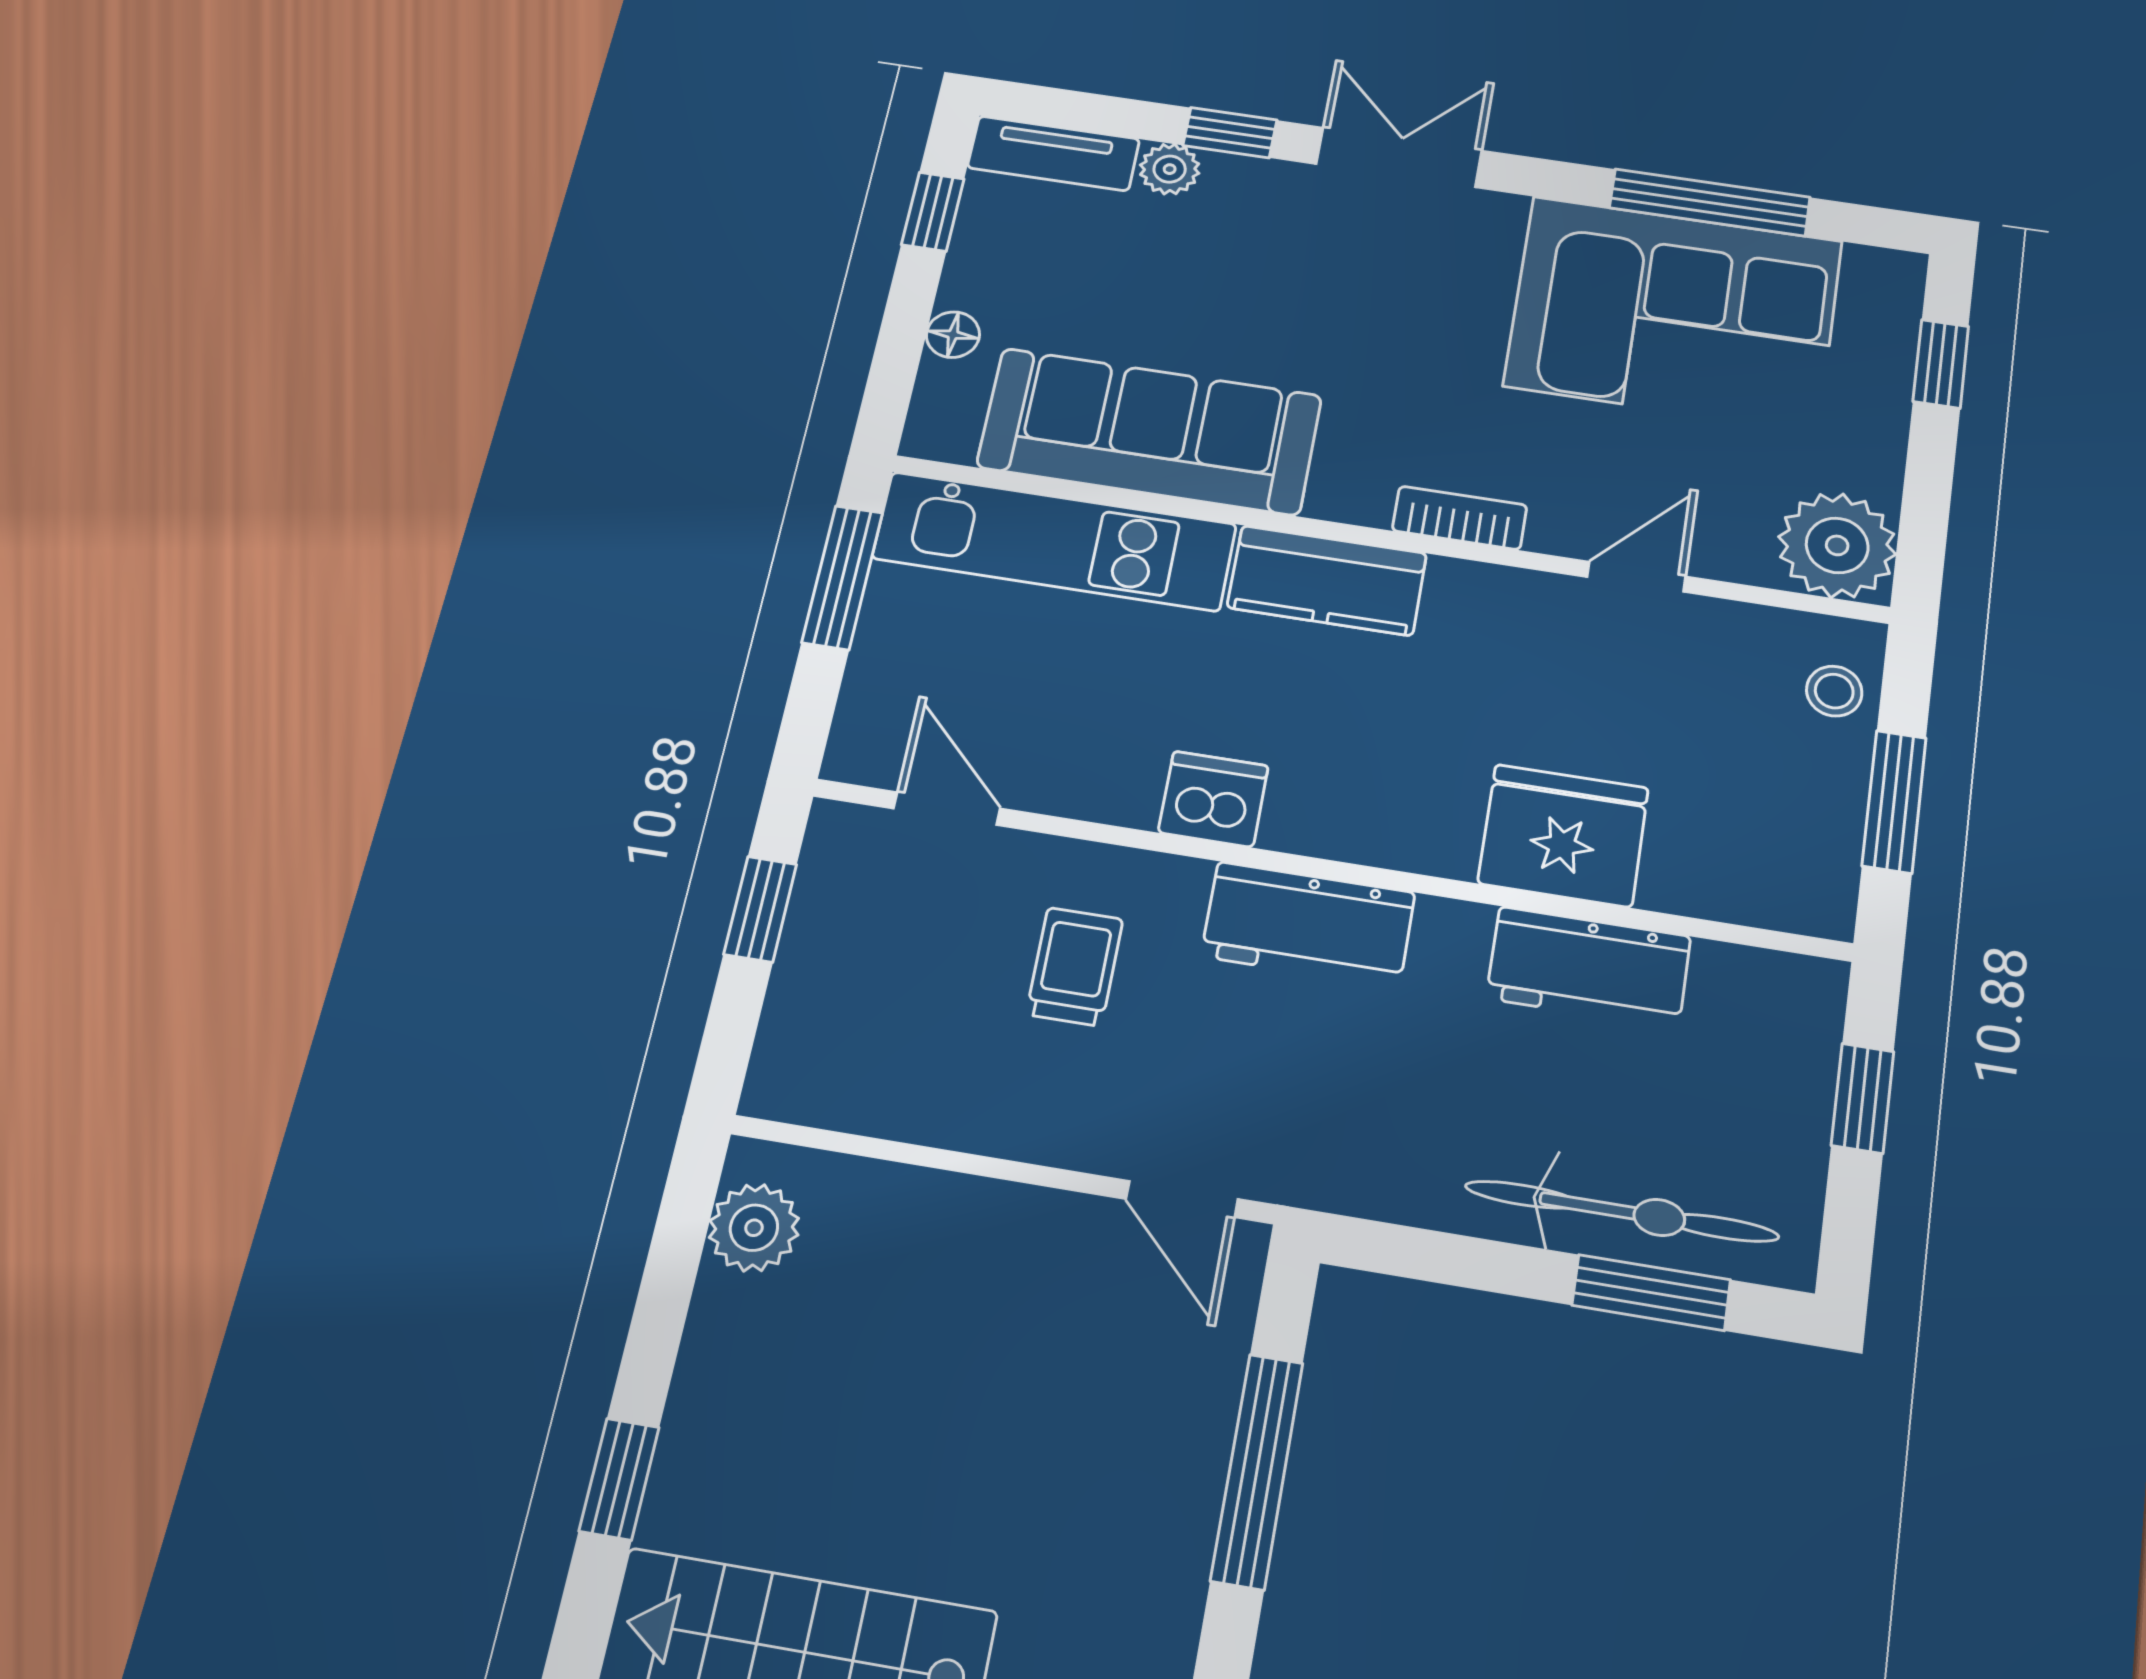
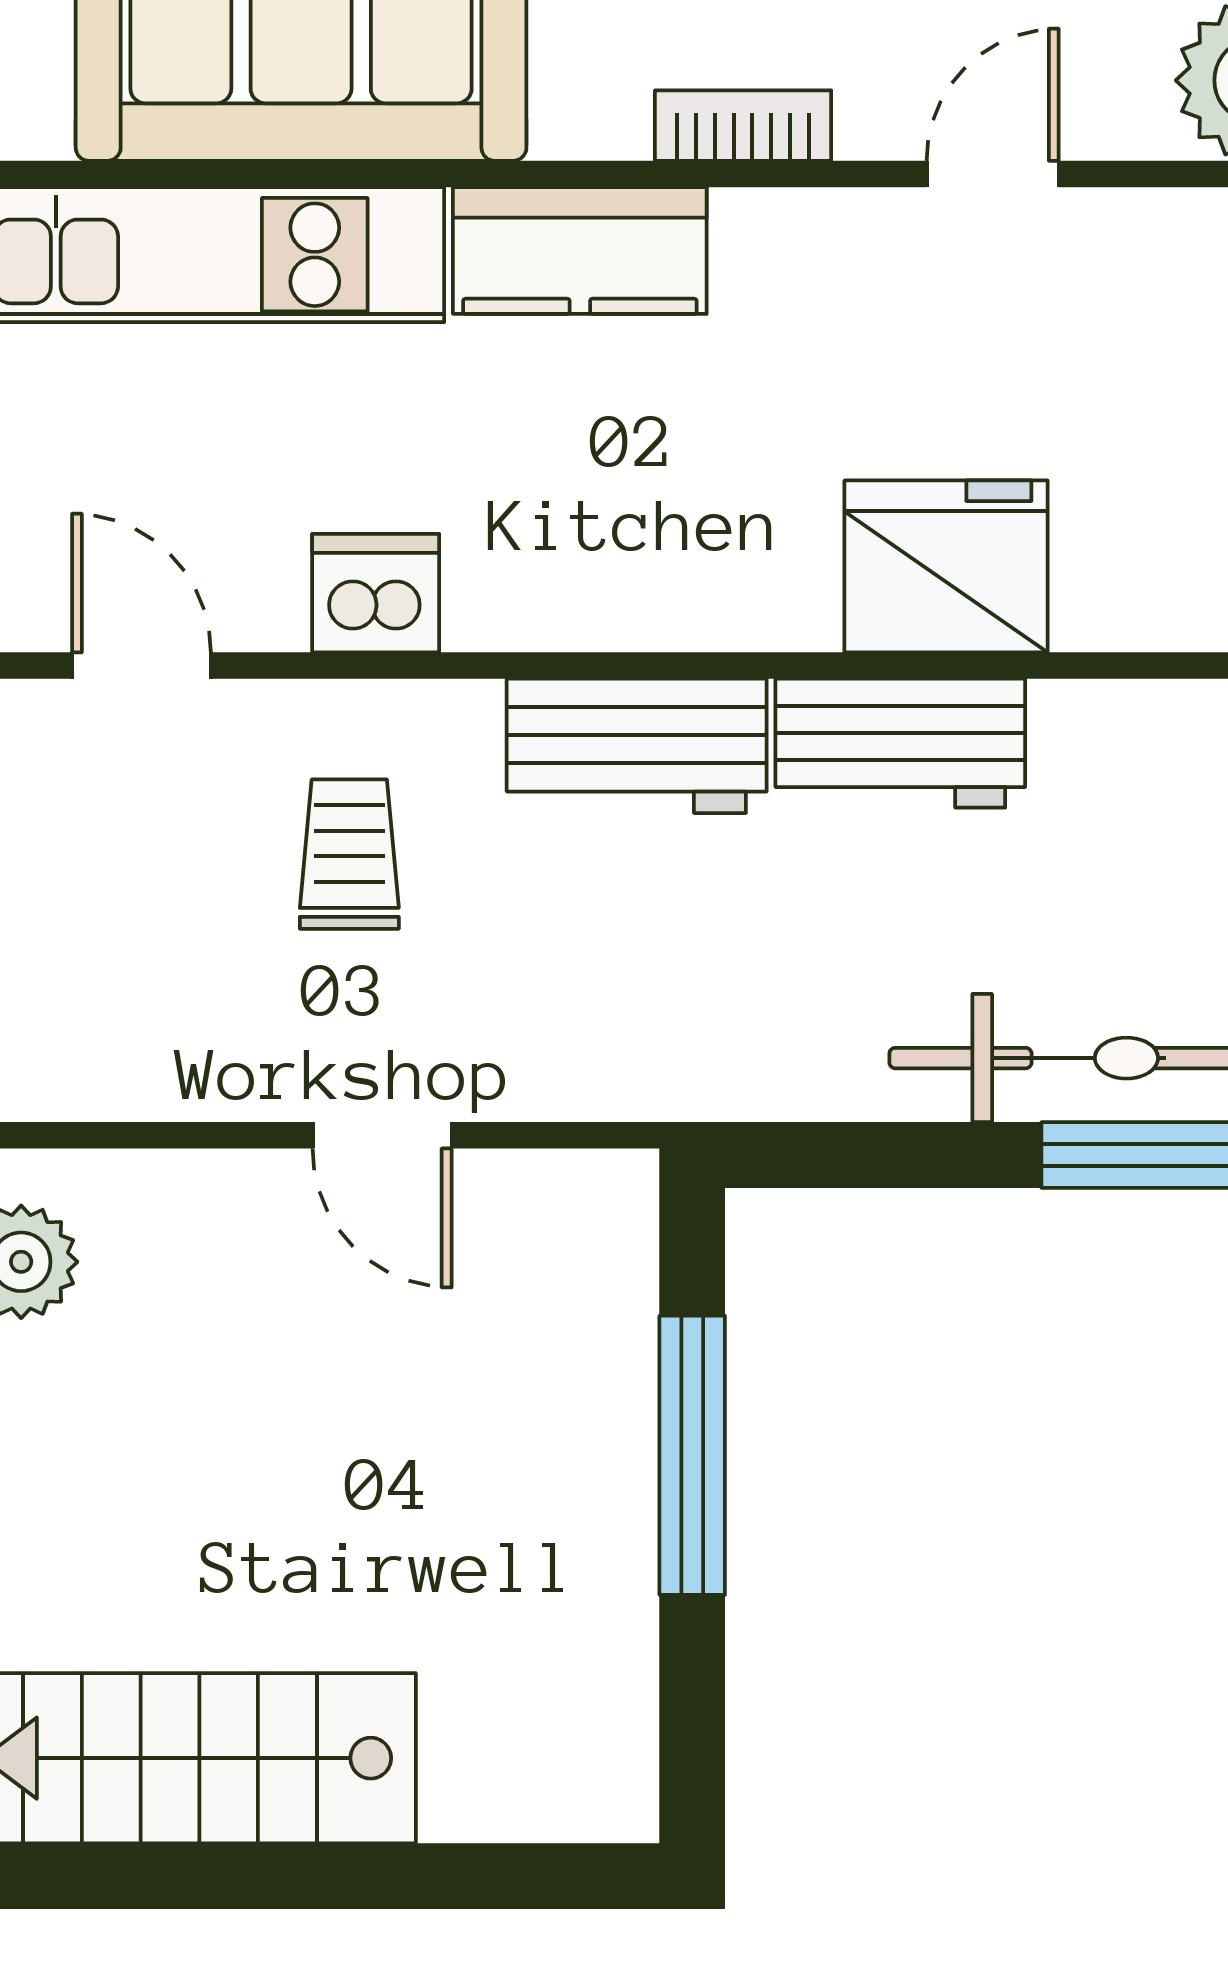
dishwasher: (1213, 799) -> (376, 593), moved
workbench: (1589, 967) -> (900, 743), moved
door: (1182, 1199) -> (382, 1135), moved

